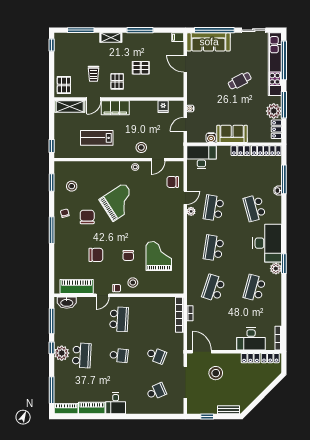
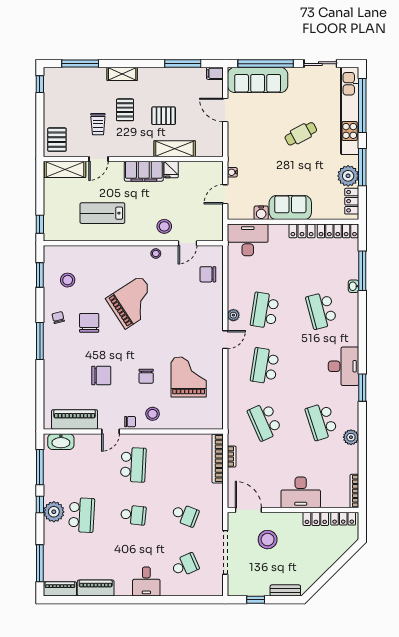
window: (140, 30) -> (183, 64), moved
pallet: (117, 81) -> (125, 110), moved
shelving: (149, 92) -> (175, 149), added
fridge: (163, 107) -> (171, 170), moved
filing cabinet: (115, 108) -> (144, 171), moved
door: (185, 198) -> (225, 340), moved
desk: (267, 243) -> (344, 366), width x0.73, depth x0.77
plant: (276, 269) -> (351, 437), moved
school desk: (214, 288) -> (265, 421), turned -42
school desk: (255, 288) -> (321, 421), turned -33
desk: (251, 339) -> (301, 492), moved
desk: (116, 403) -> (146, 582), moved

